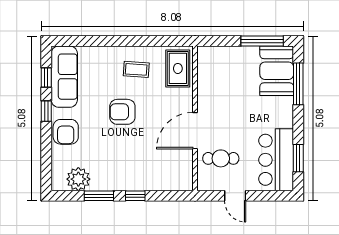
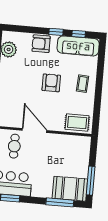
coffee table: (136, 69) -> (83, 84), moved

